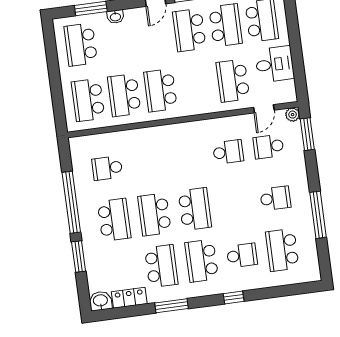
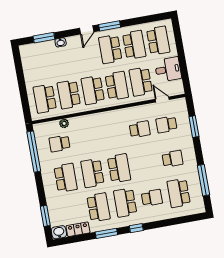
school desk: (81, 45) -> (117, 86), moved, turned 180
door: (264, 109) -> (162, 99), swing flipped
plant: (293, 115) -> (64, 123), moved
window: (307, 134) -> (194, 127), moved
window: (71, 202) -> (34, 152), moved
window: (318, 215) -> (204, 180), moved
window: (79, 257) -> (45, 216), moved
window: (234, 297) -> (136, 228), moved

